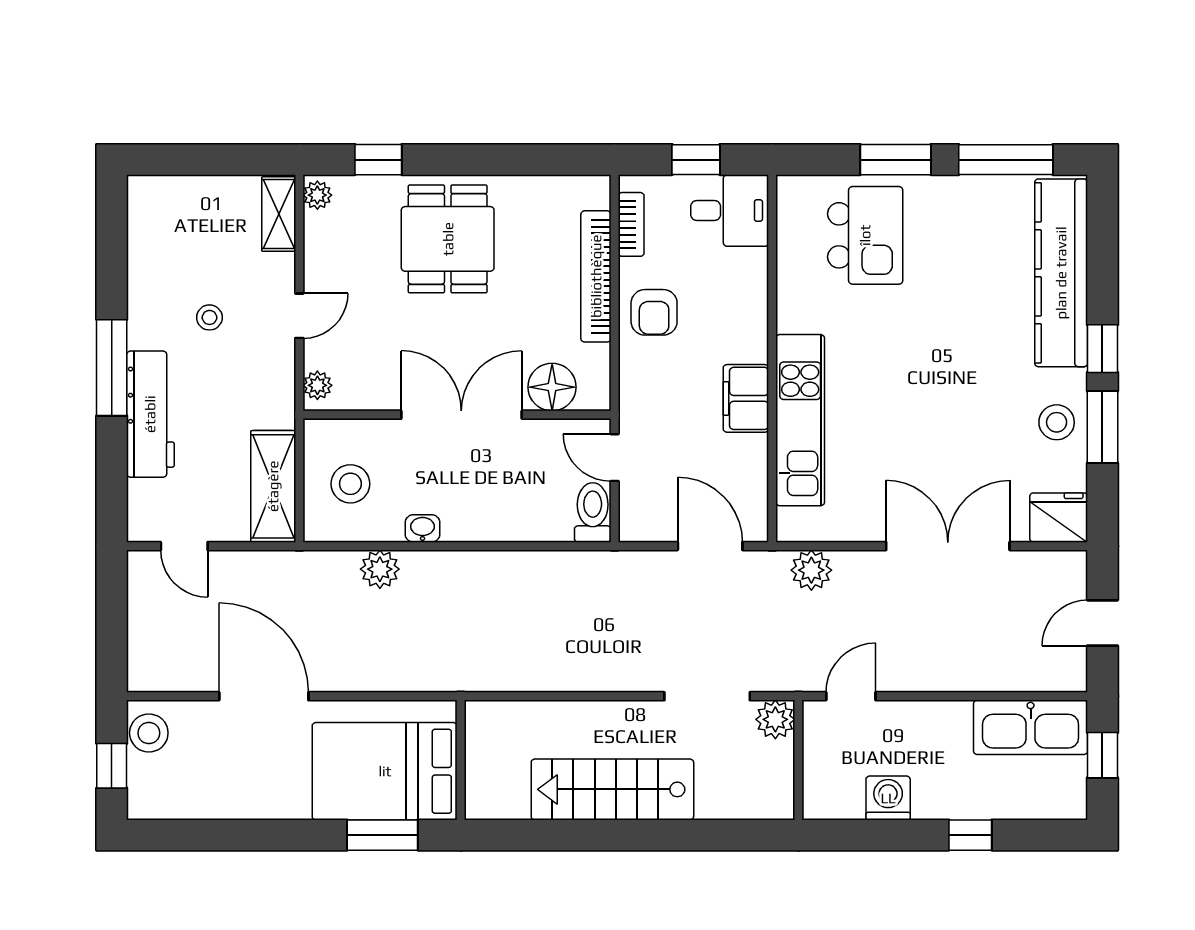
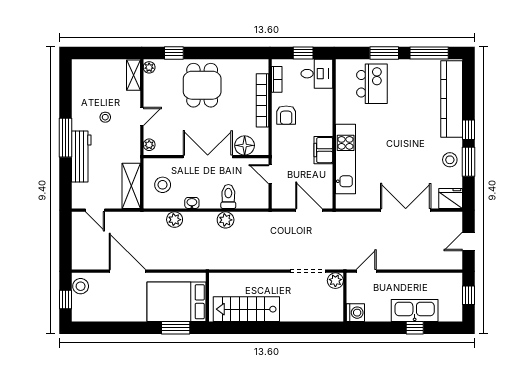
toilet: (593, 512) -> (228, 196), moved
plant: (811, 570) -> (226, 220), moved
kitchen sink: (1031, 727) -> (415, 310), moved, turned 180
stairs: (612, 789) -> (246, 309), moved
washing machine: (888, 798) -> (355, 313), moved, turned 90

